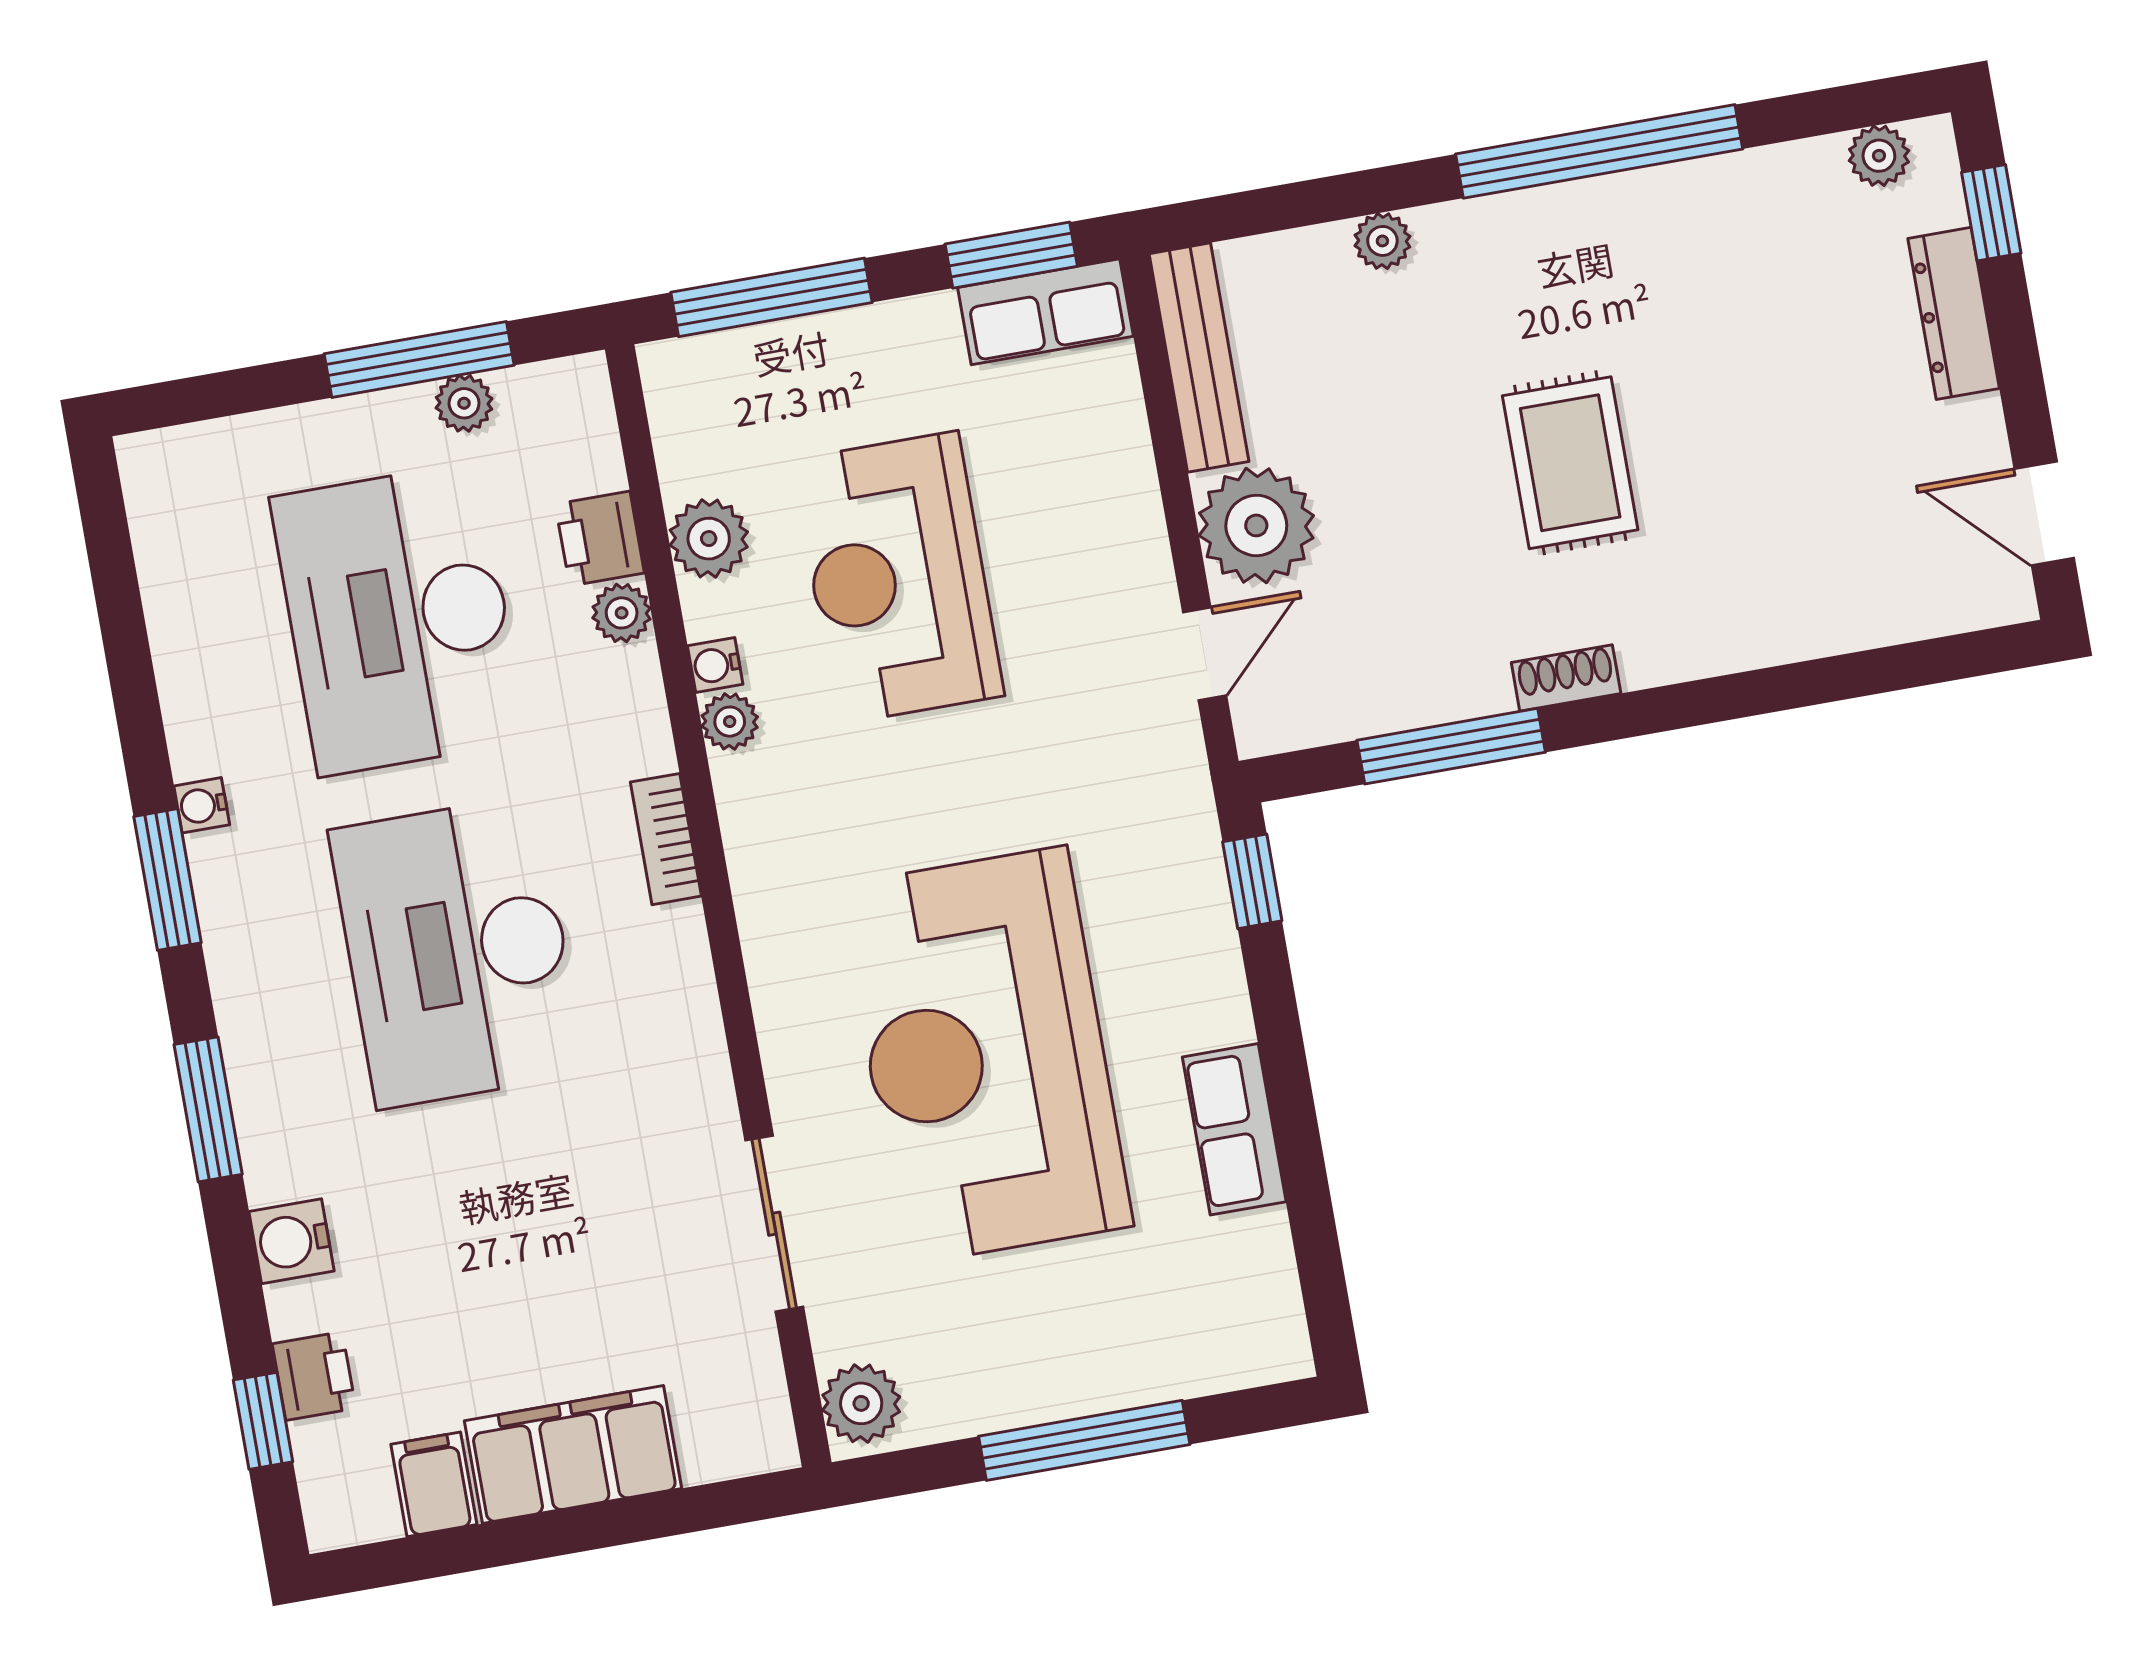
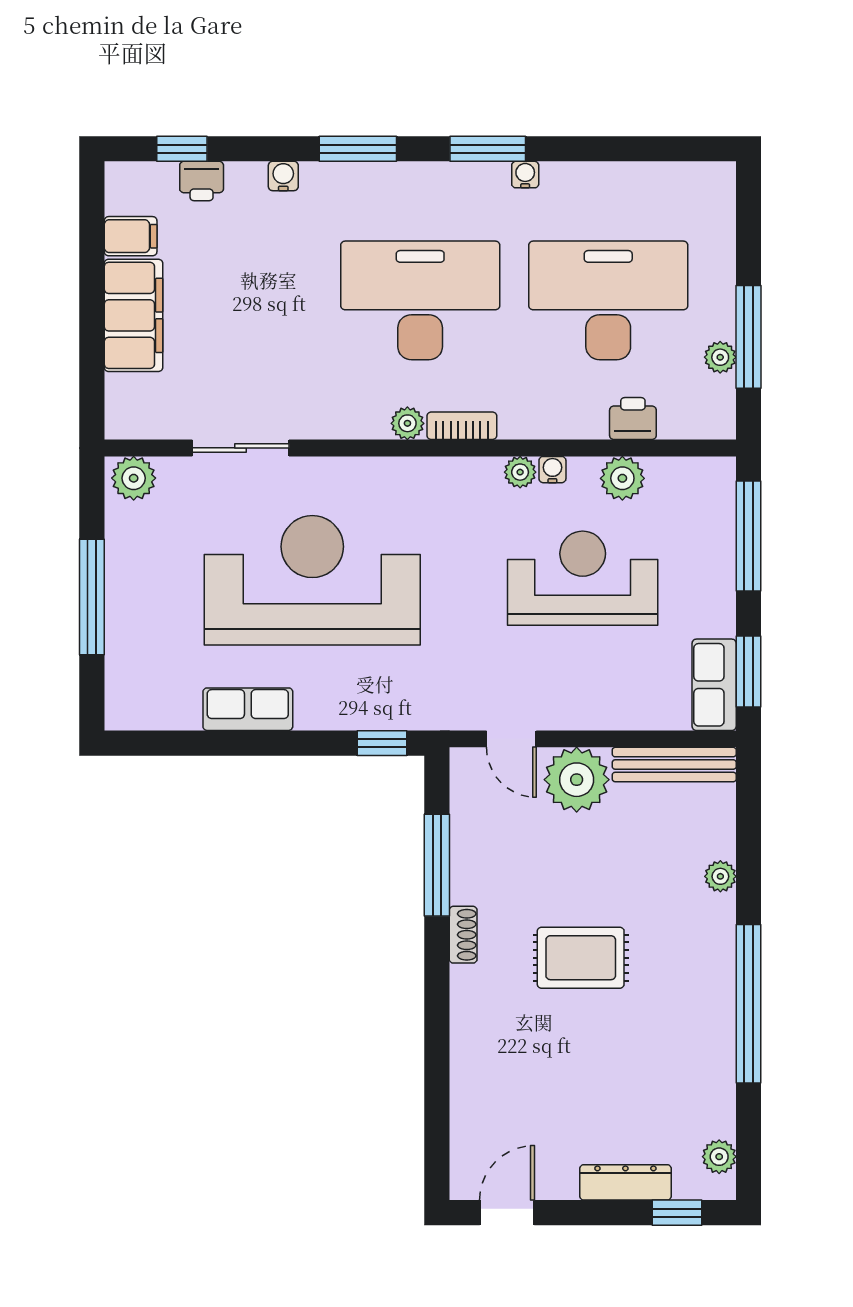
plant: (622, 613) -> (407, 423), moved
water cooler: (291, 1241) -> (283, 176), width x0.72, depth x0.72

